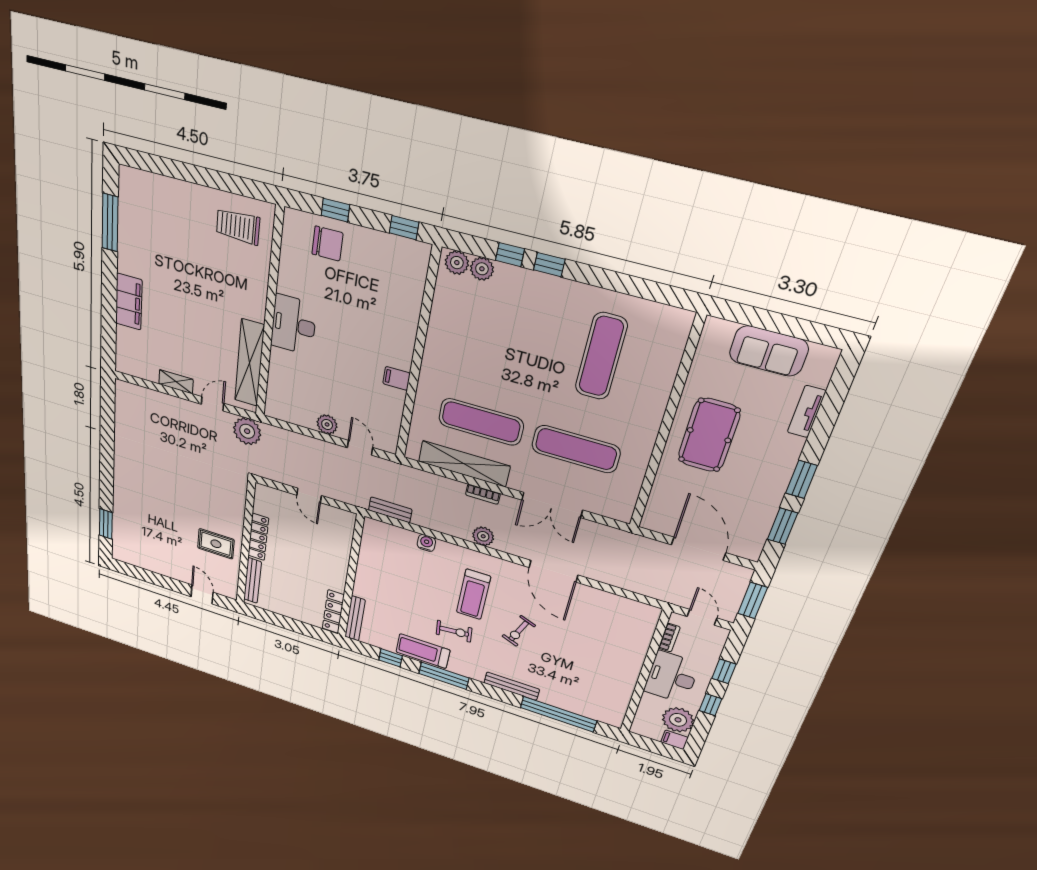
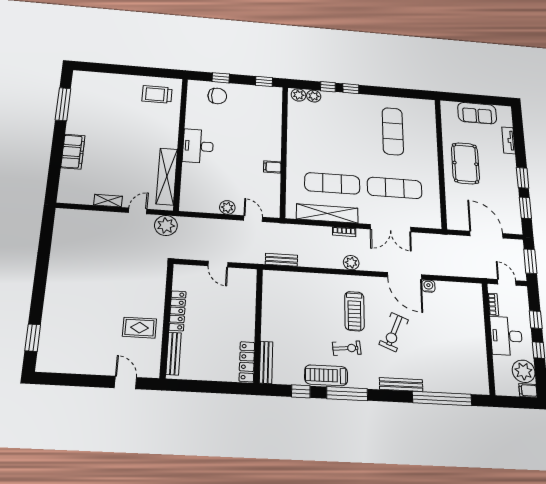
water cooler: (426, 543) -> (428, 286), moved
exercise bike: (519, 631) -> (394, 332), width x1.38, depth x1.39

